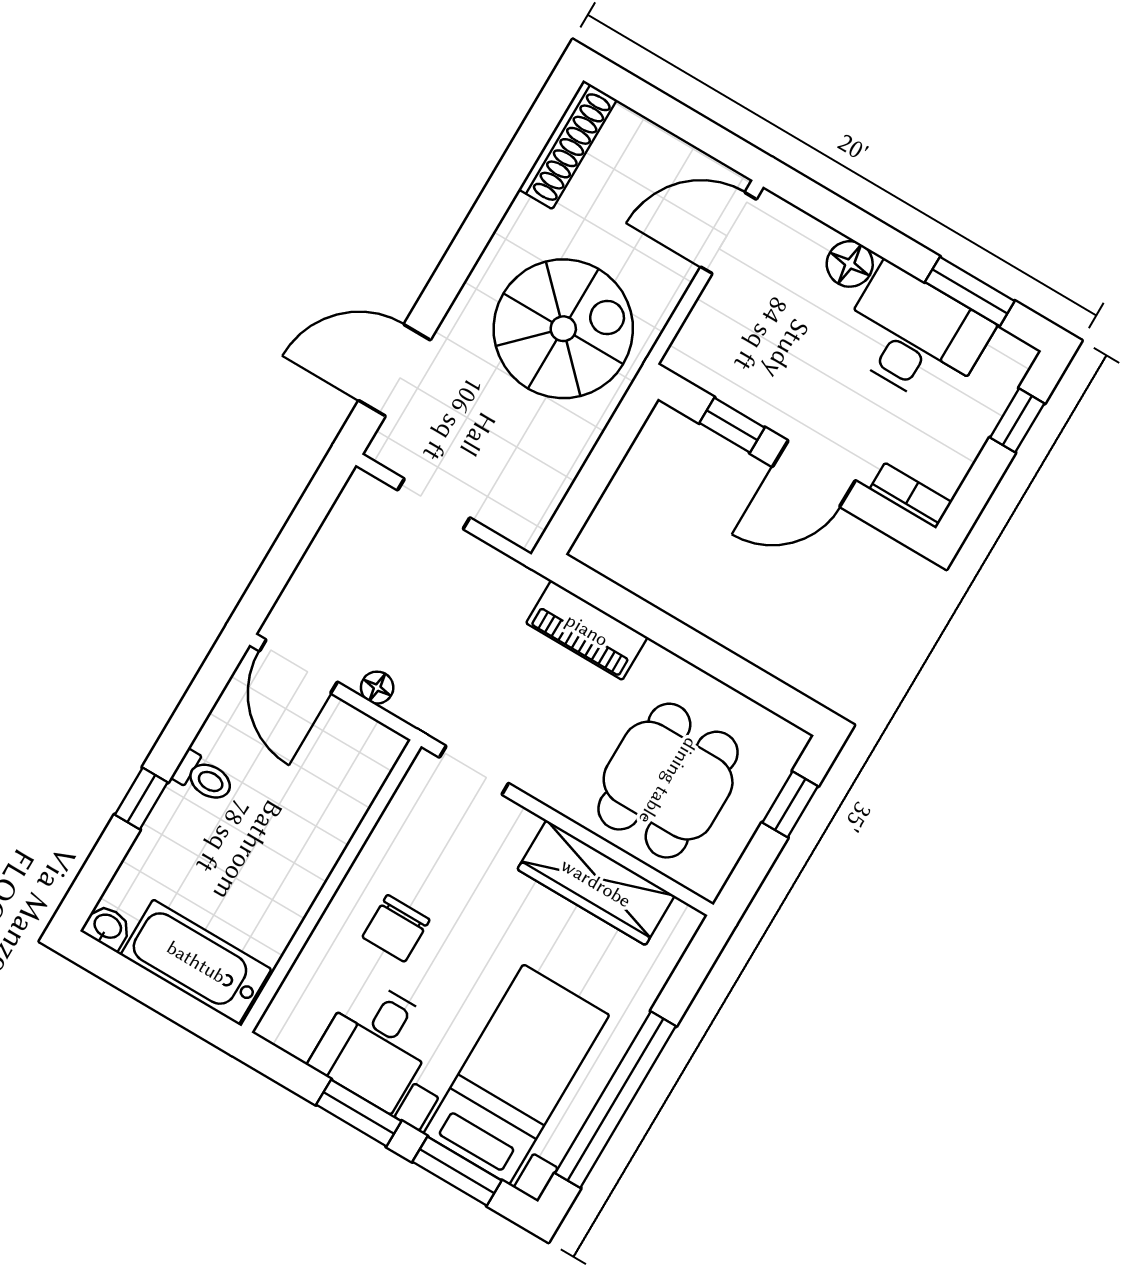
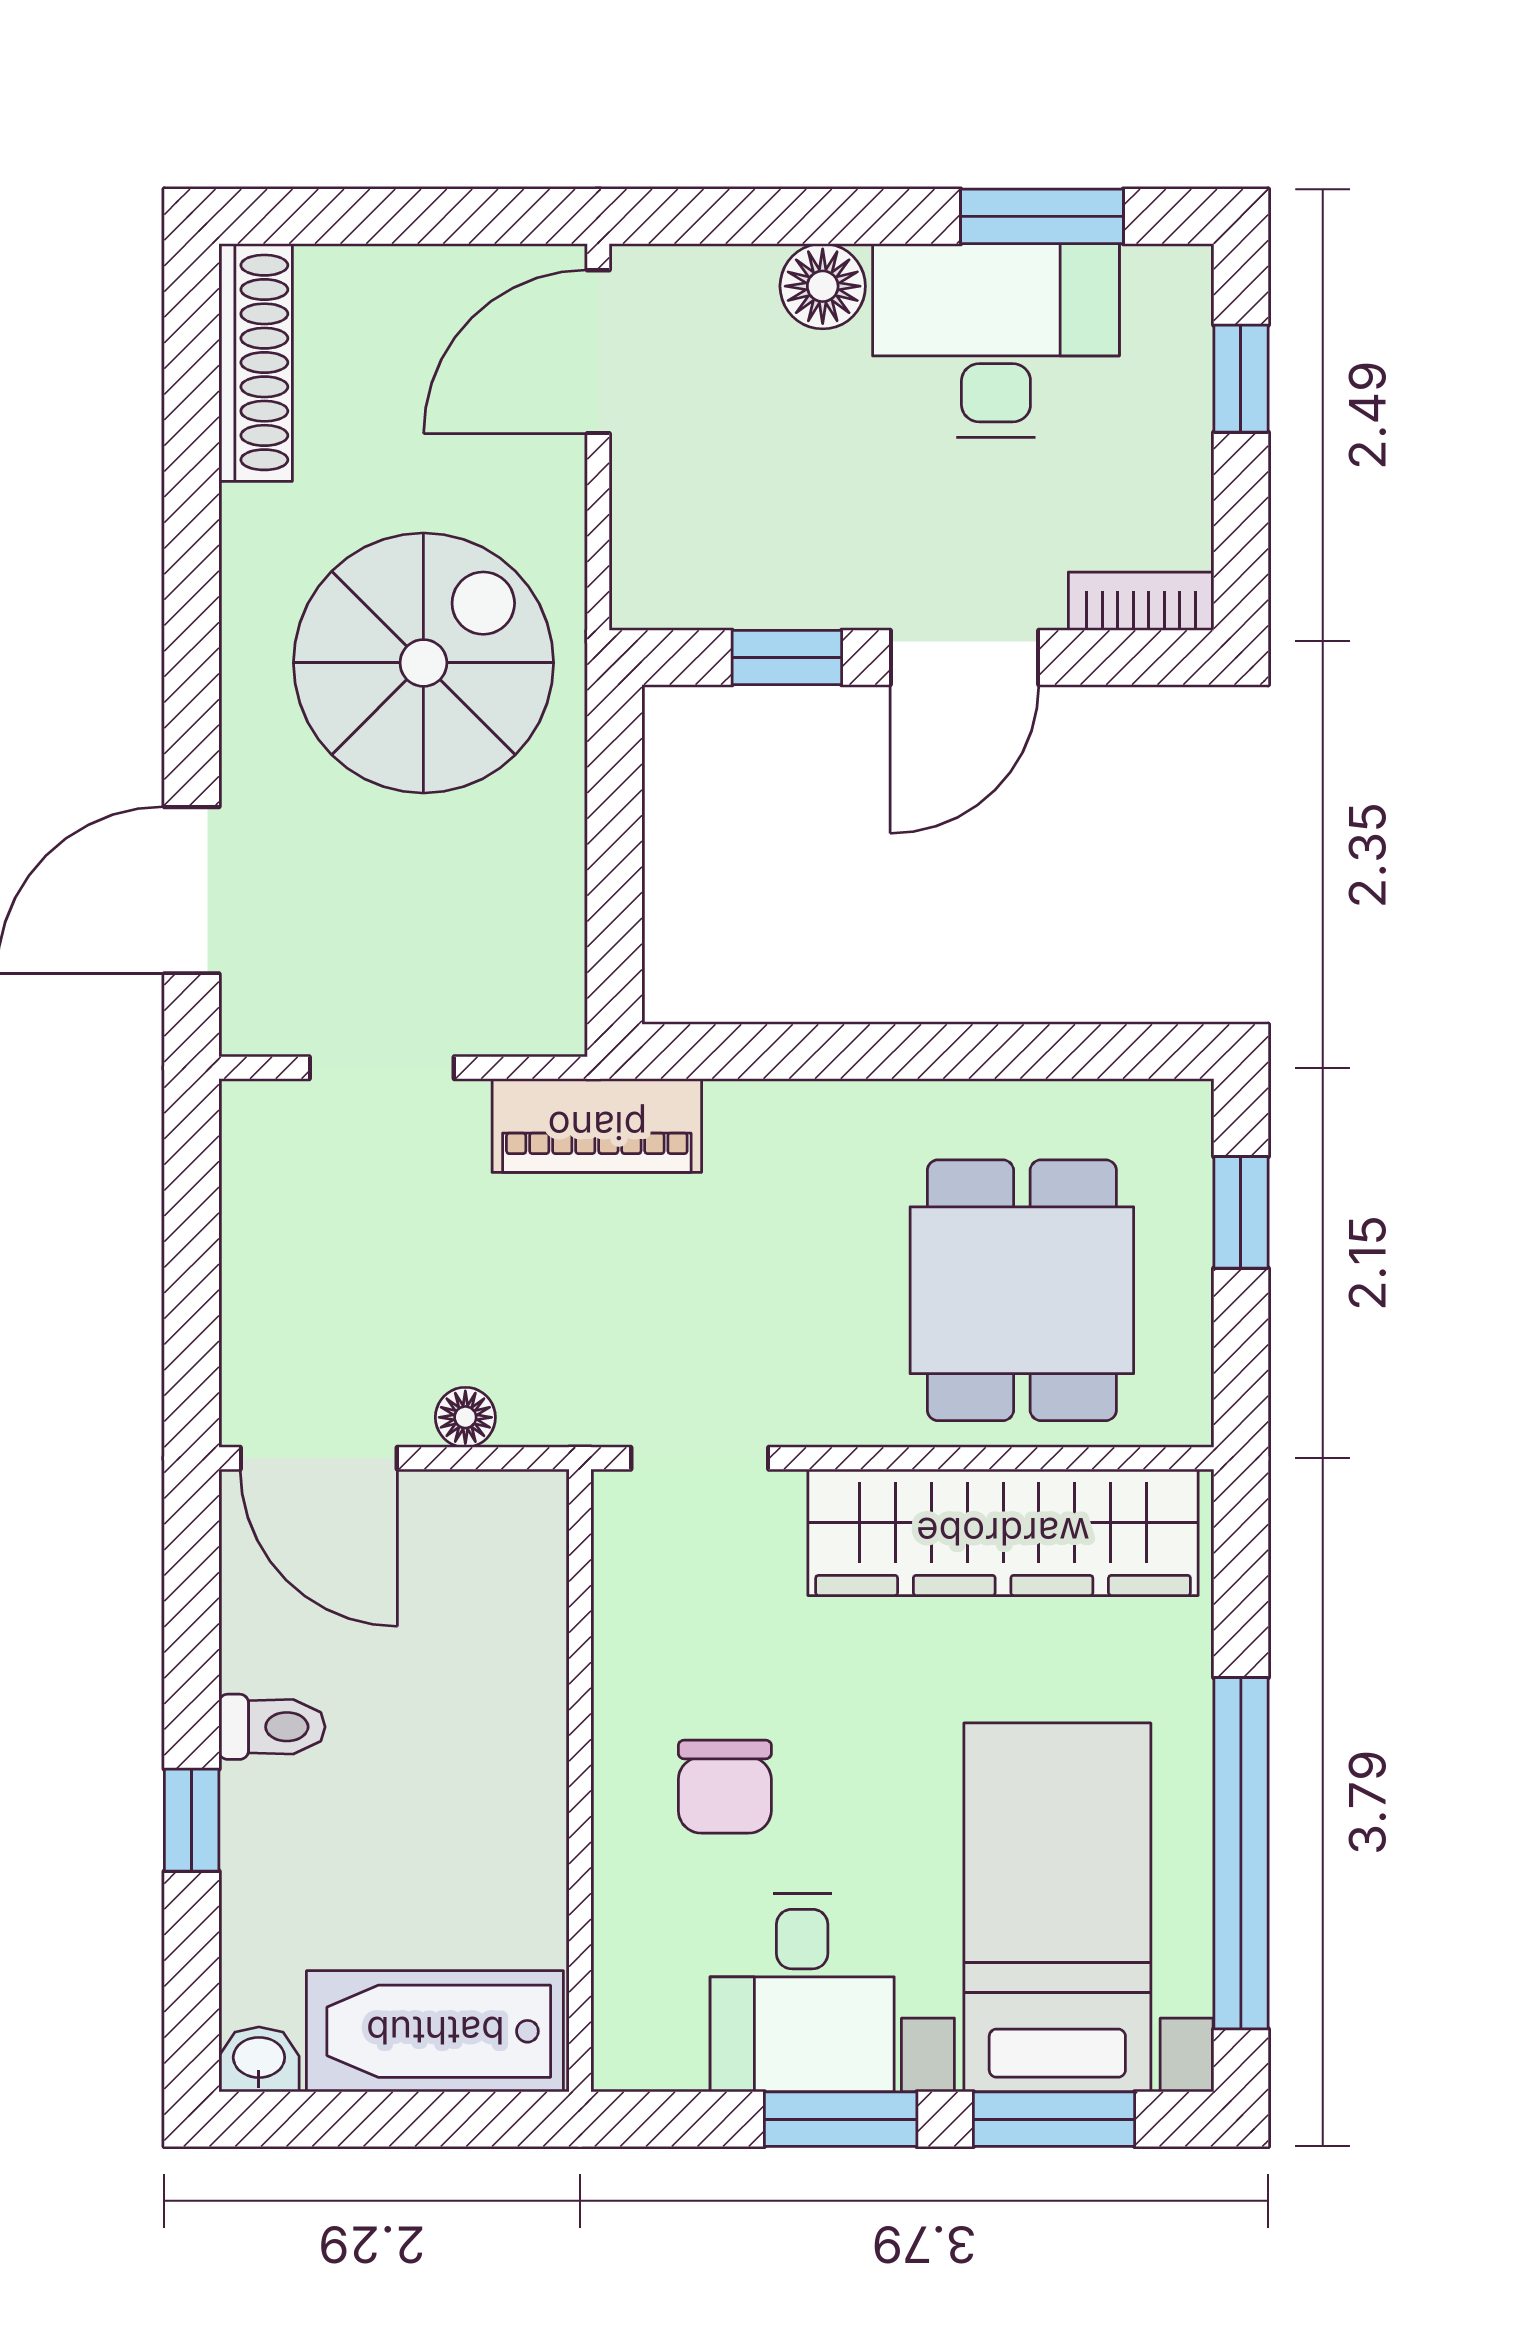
piano: (587, 630) -> (597, 1126), moved
wardrobe: (596, 883) -> (1003, 1532), width x1.40, depth x1.17

